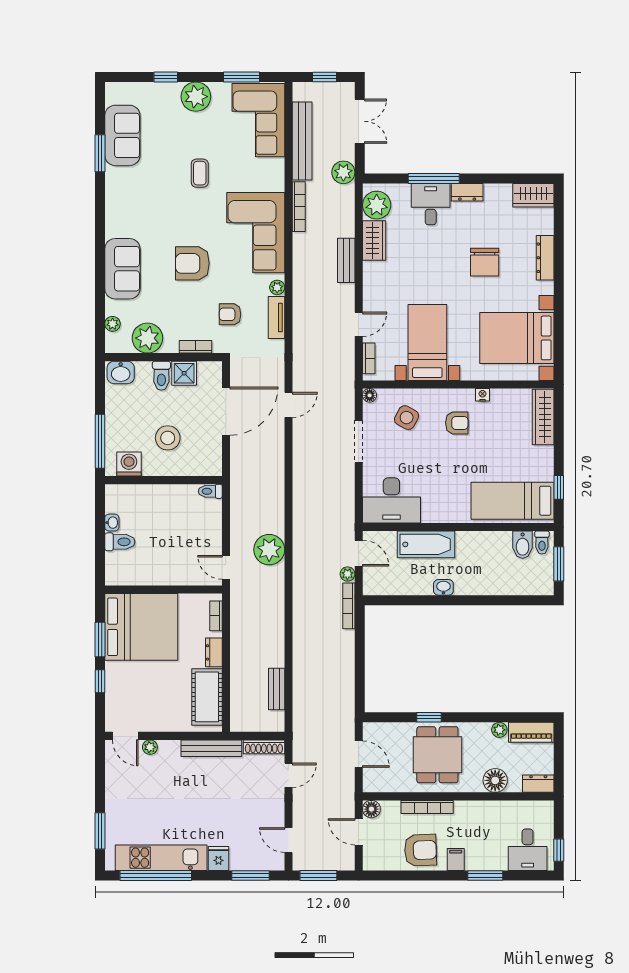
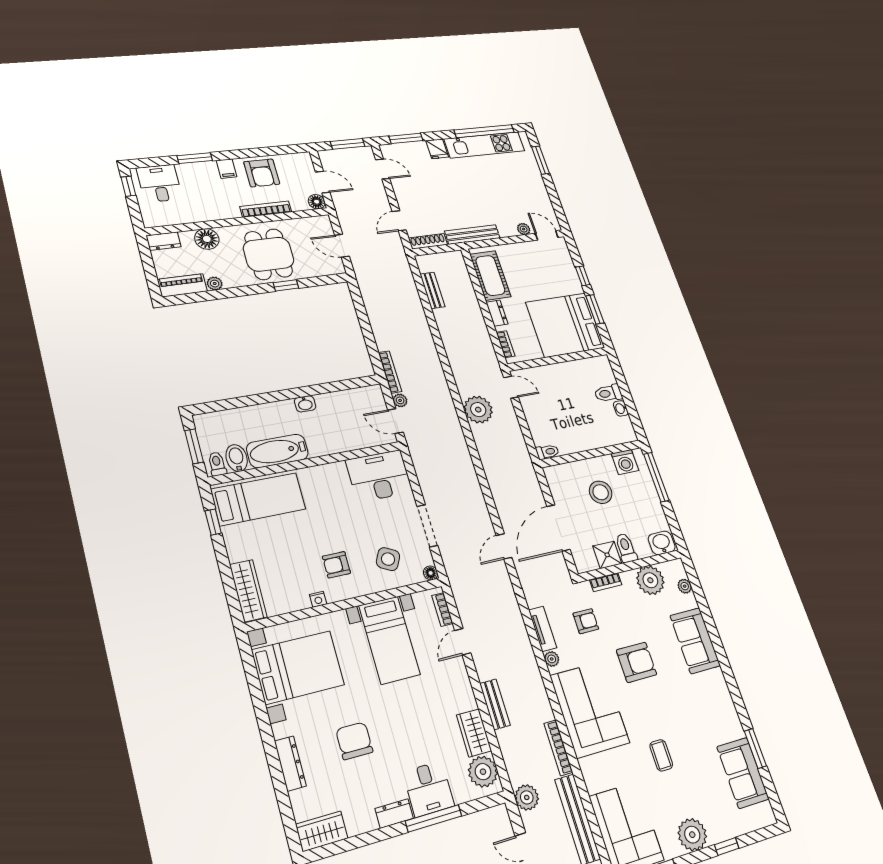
bathtub: (426, 544) -> (277, 451), moved
armchair: (420, 850) -> (262, 173), turned -88

